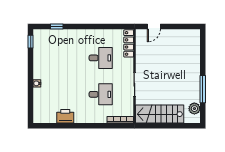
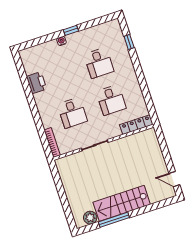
door: (154, 27) -> (174, 179), moved
window: (31, 42) -> (71, 30), moved
desk: (66, 58) -> (99, 63), added
stairs: (160, 114) -> (122, 203), moved, turned -90

